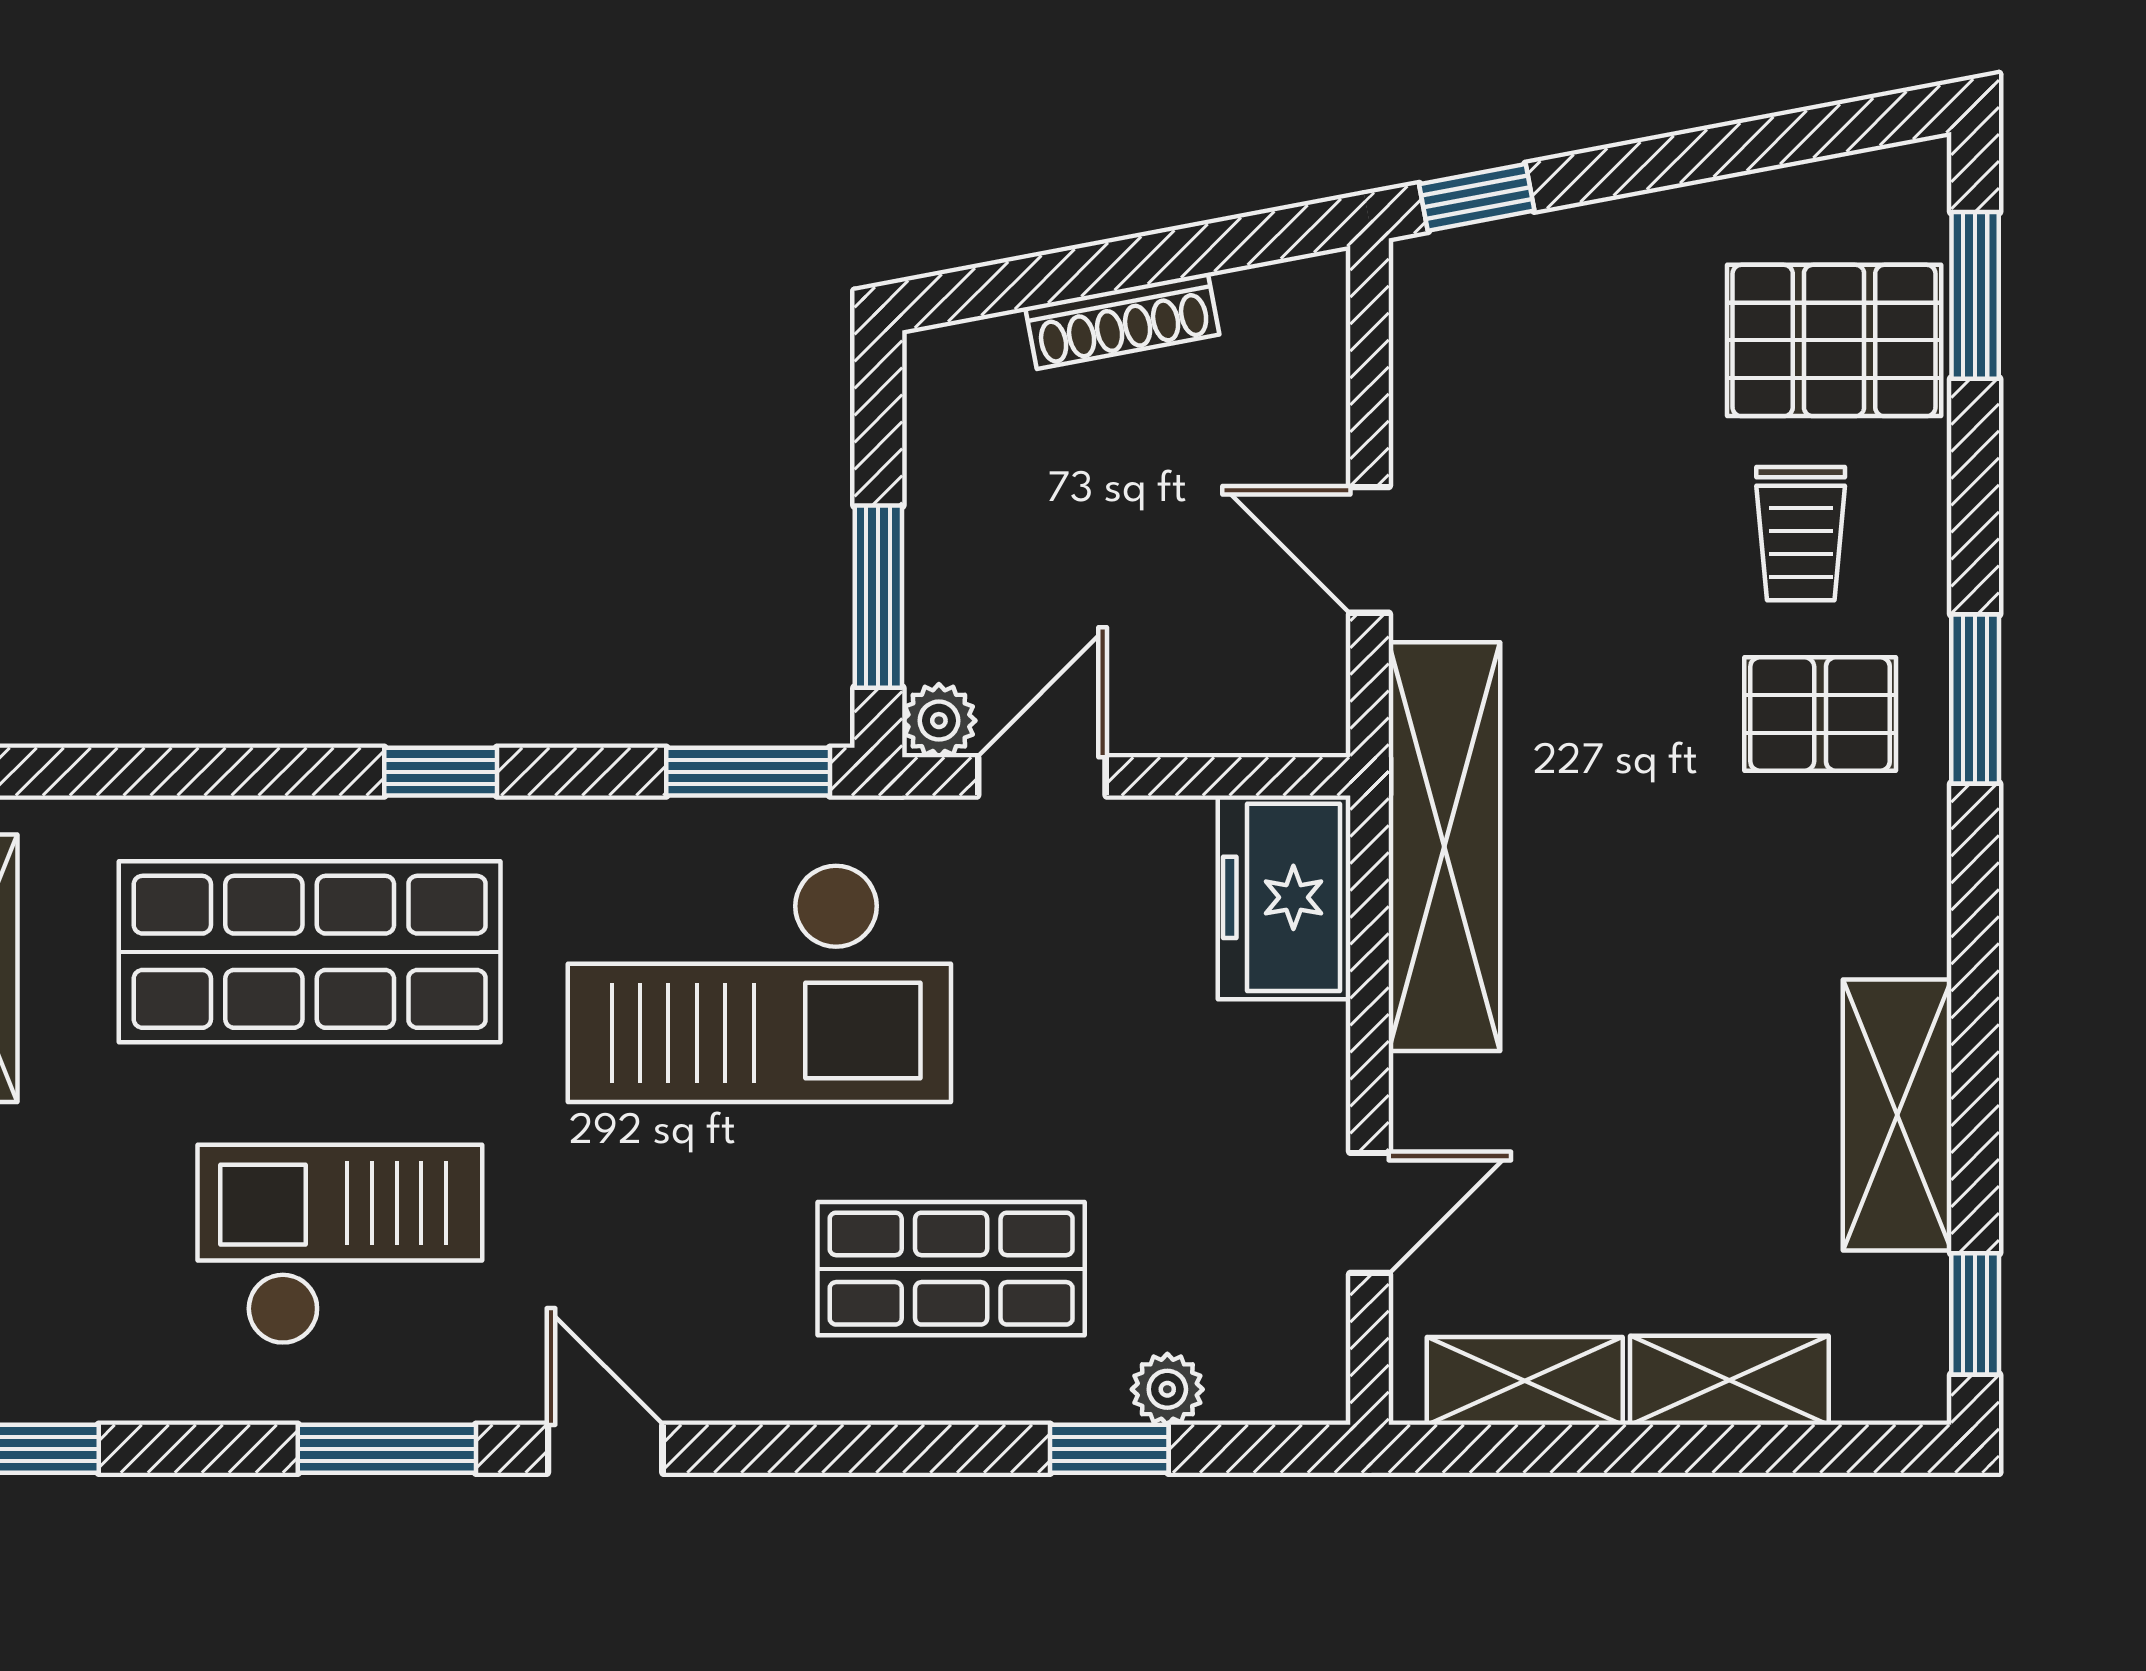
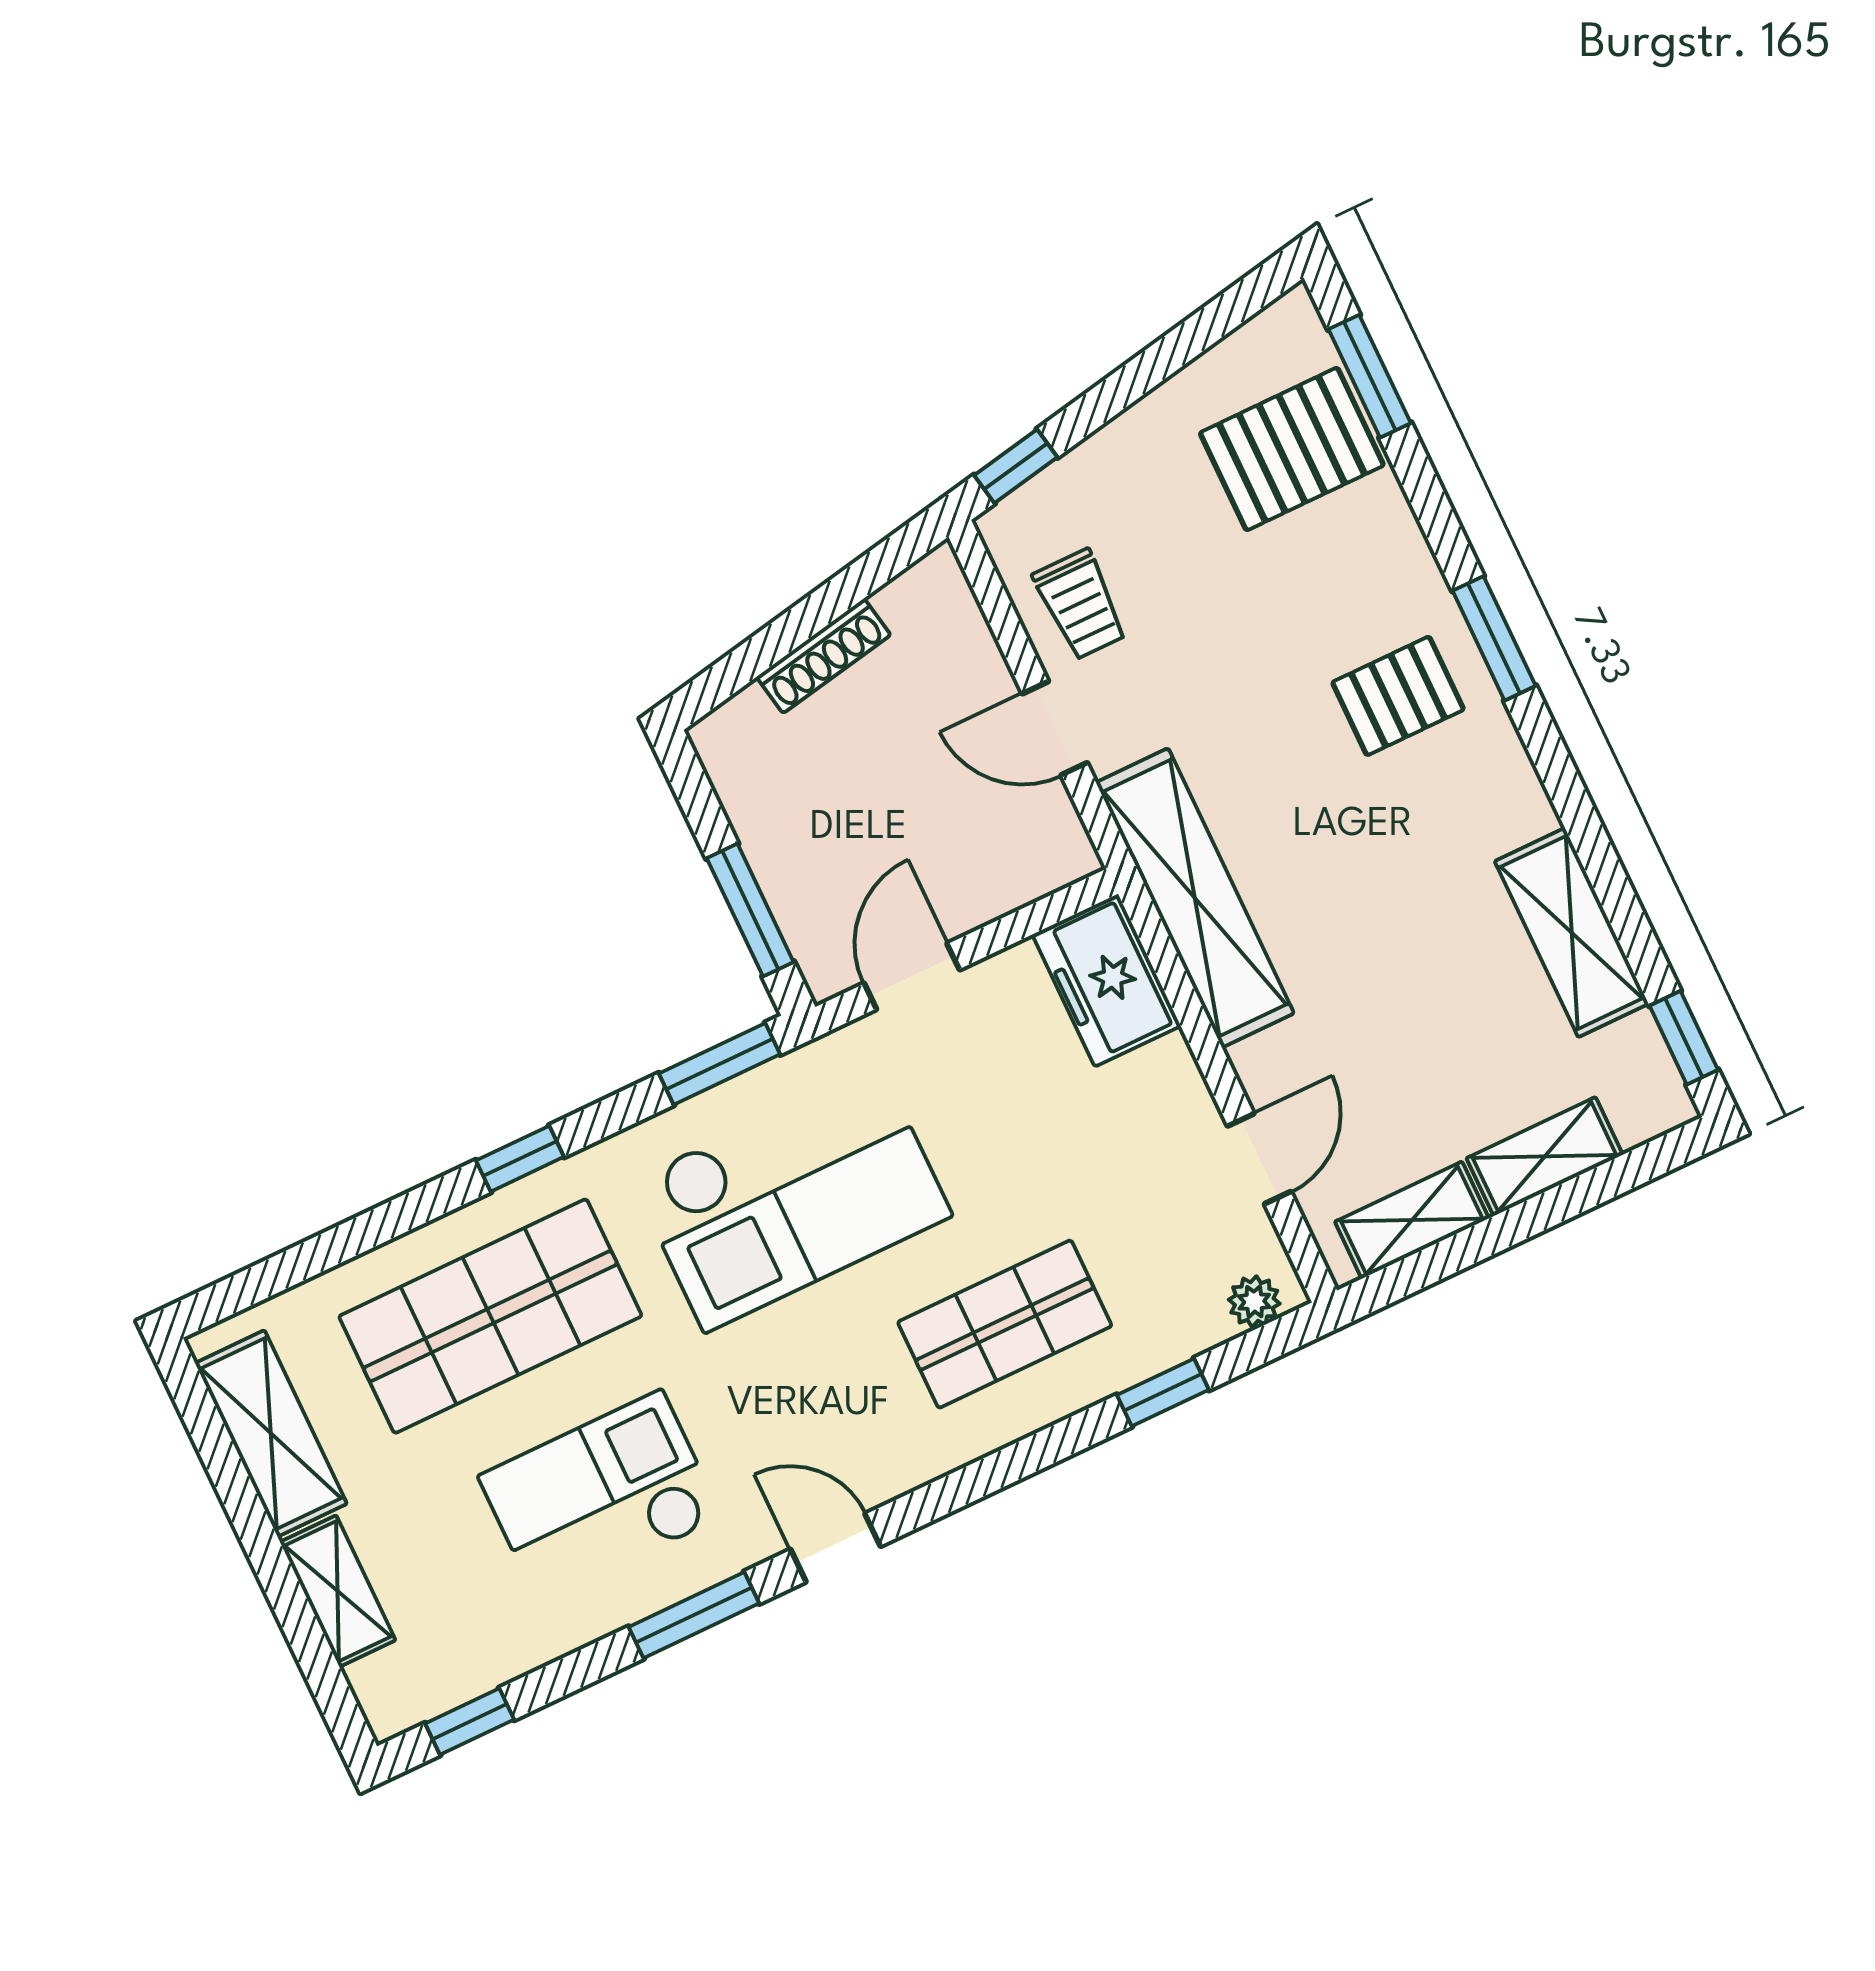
trolley: (1801, 534) -> (1080, 604), moved
plant: (939, 721) -> (828, 972), removed
plant: (1167, 1389) -> (1254, 1302), moved

